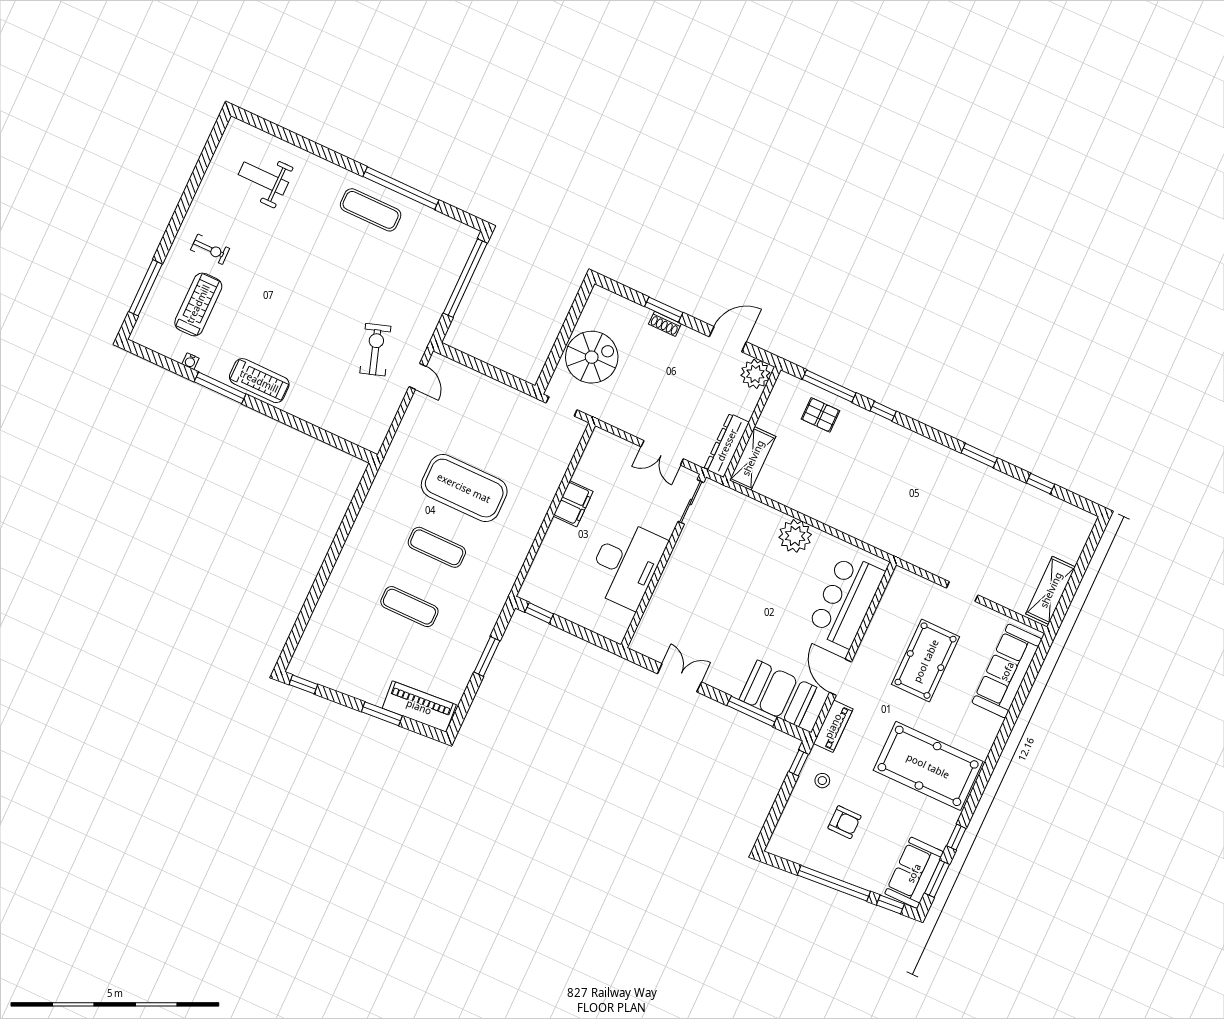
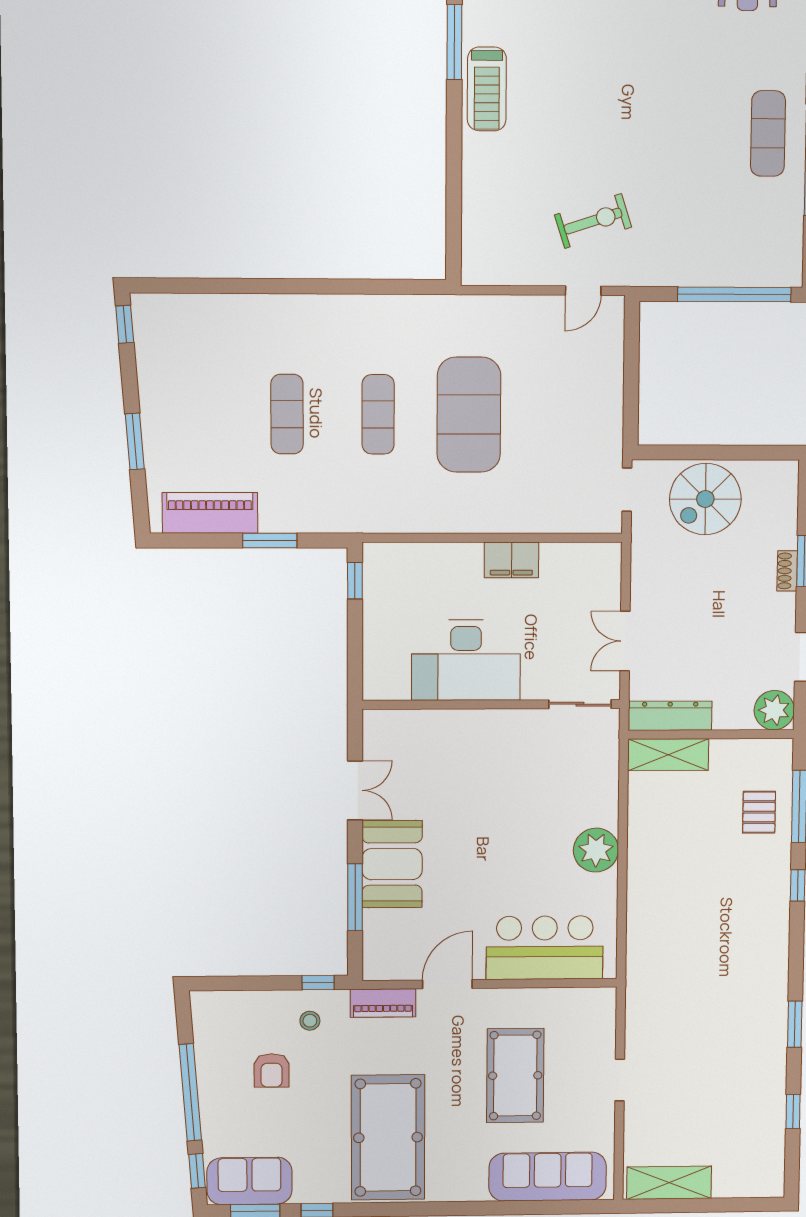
spiral stairs: (592, 357) -> (705, 499), turned 90
pool table: (926, 661) -> (515, 1076), turned 90
booth: (778, 693) -> (392, 864), moved
piano: (419, 707) -> (210, 513), moved, turned -86

